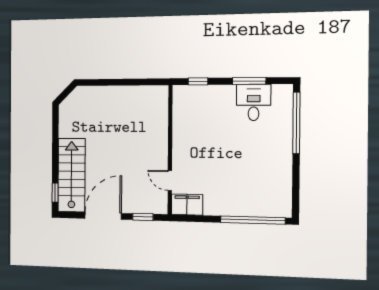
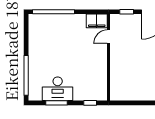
desk: (254, 103) -> (58, 89), width x1.37
door: (170, 180) -> (108, 37), swing flipped

